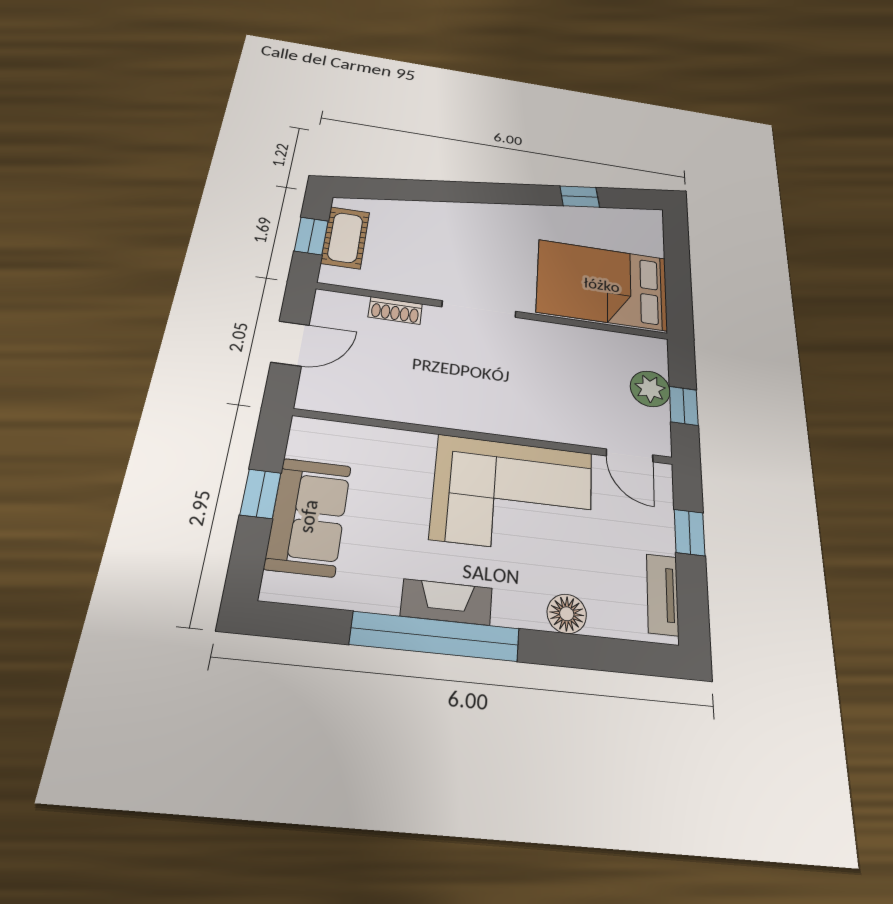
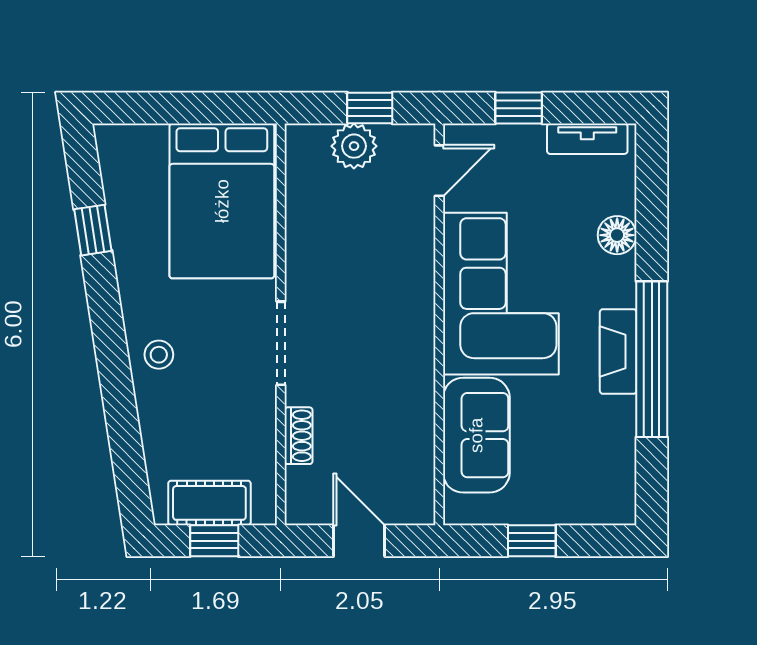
stool: (476, 223) -> (159, 355), added
sofa: (308, 516) -> (476, 435), moved, turned 90

